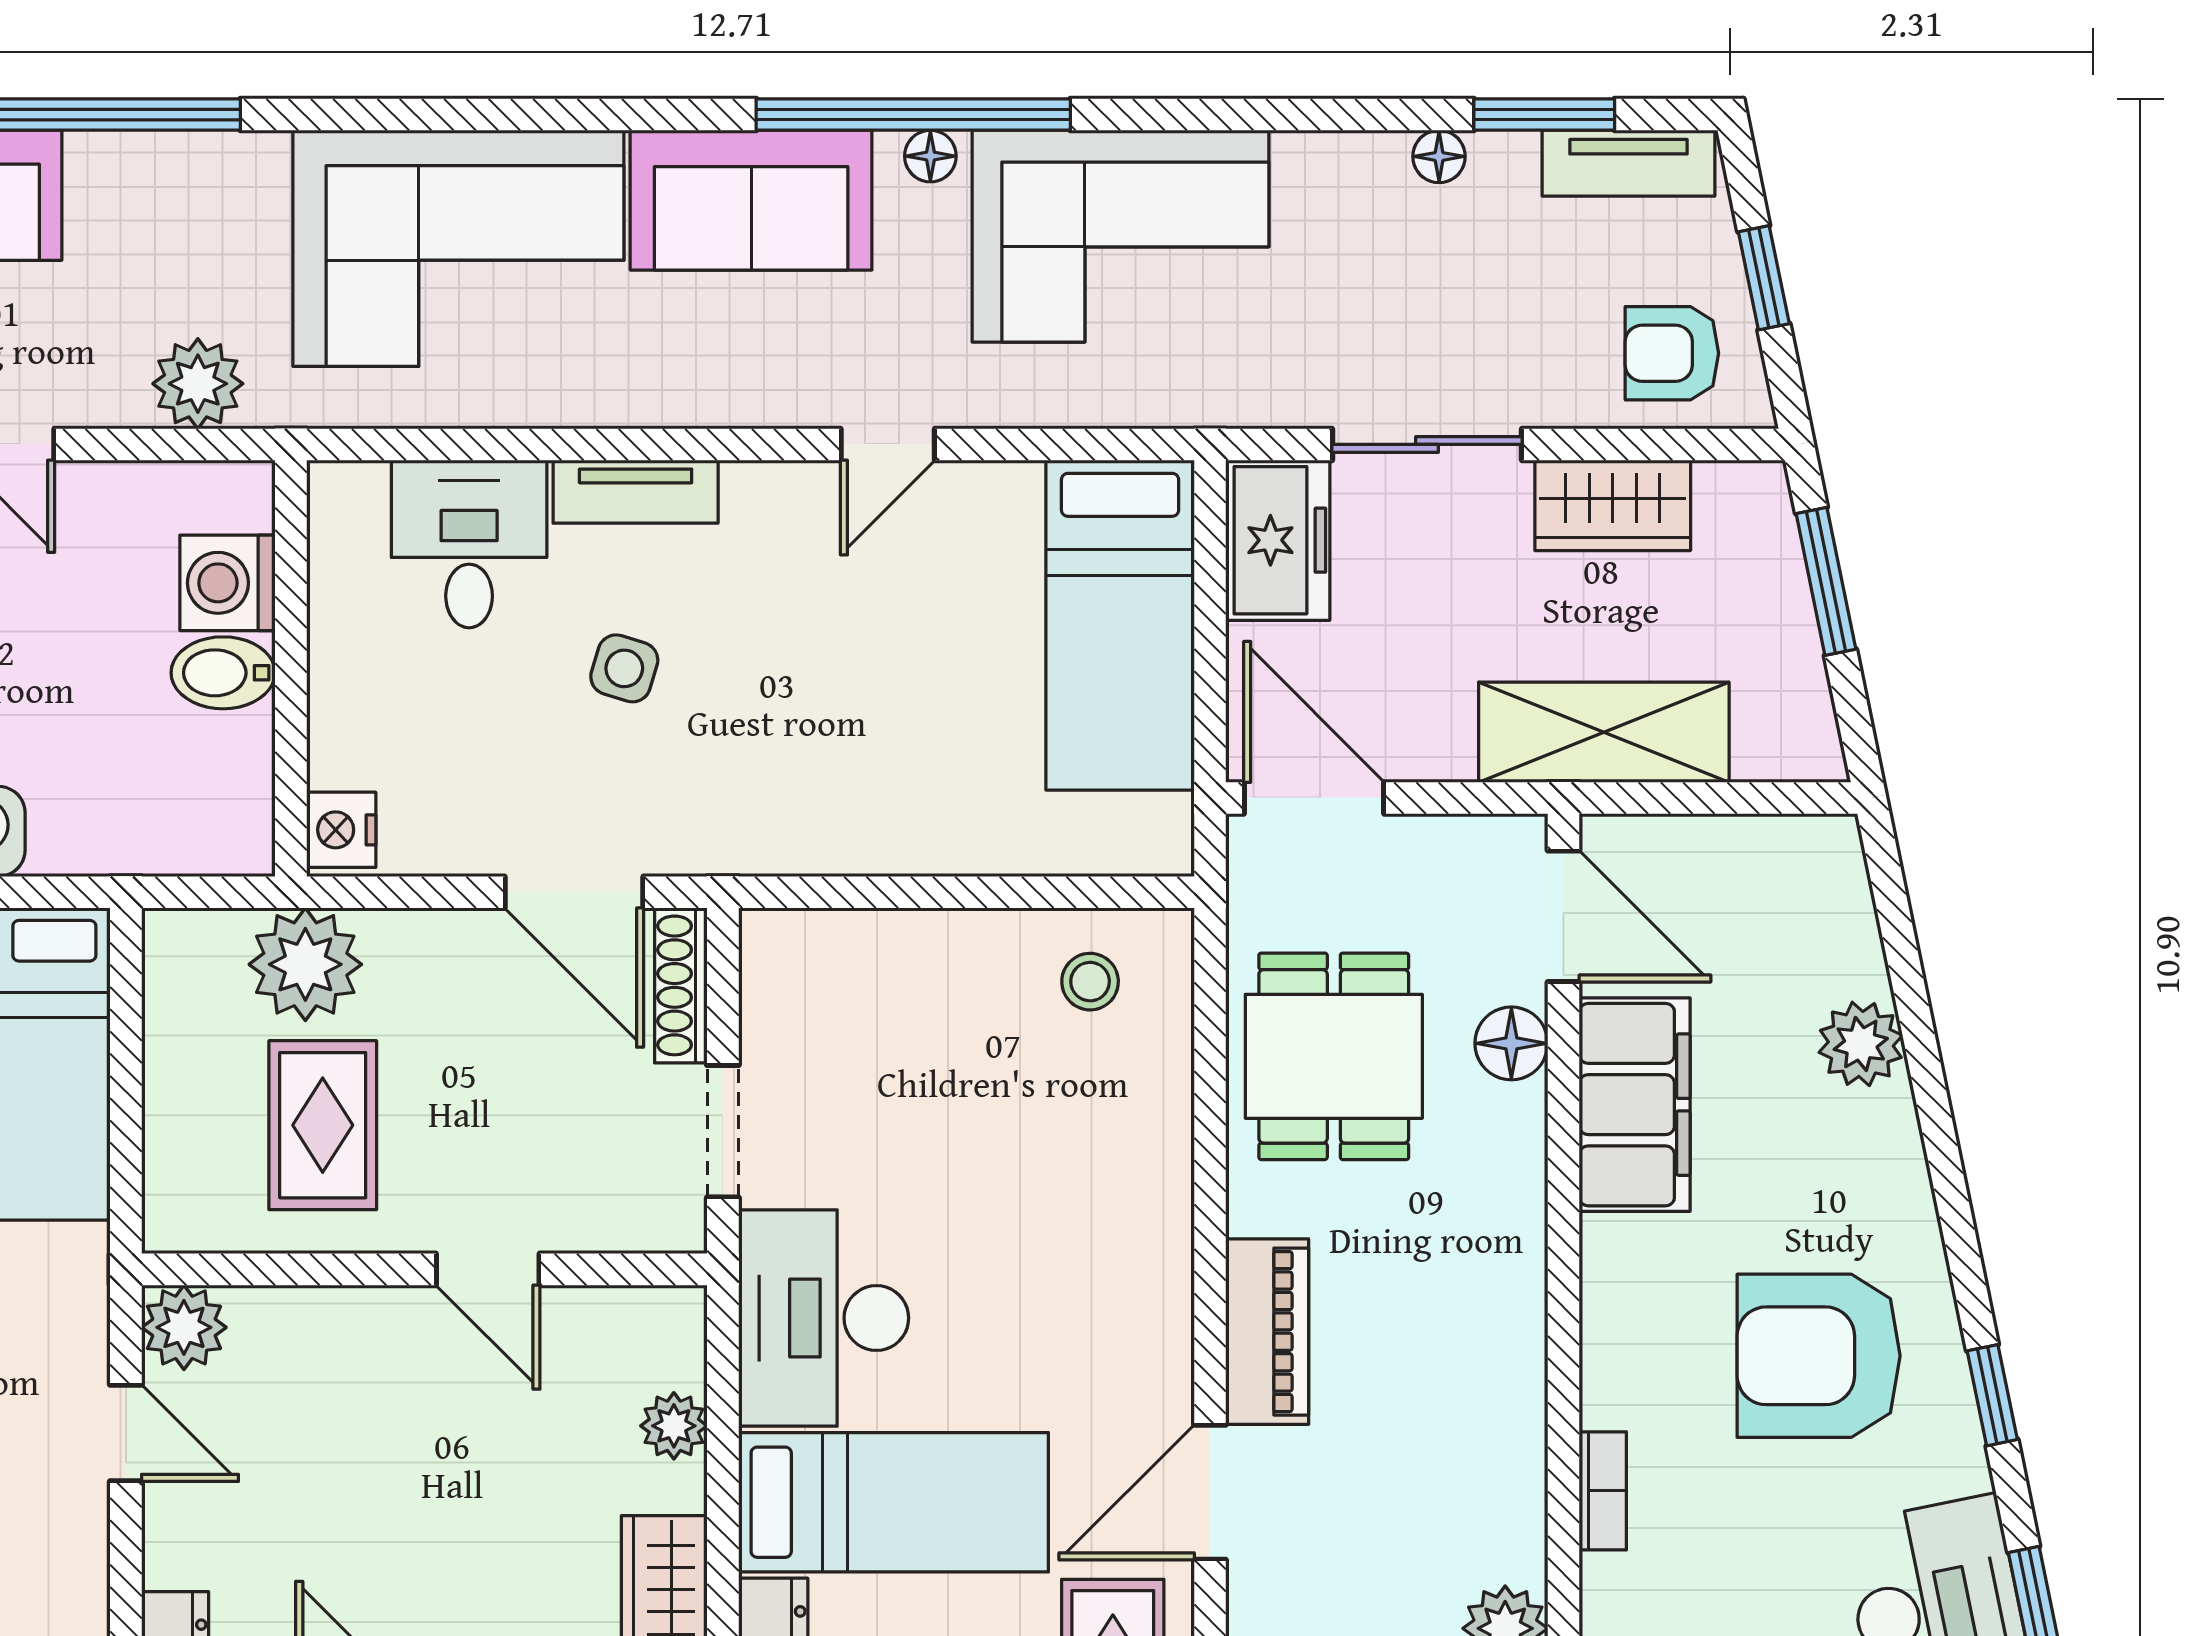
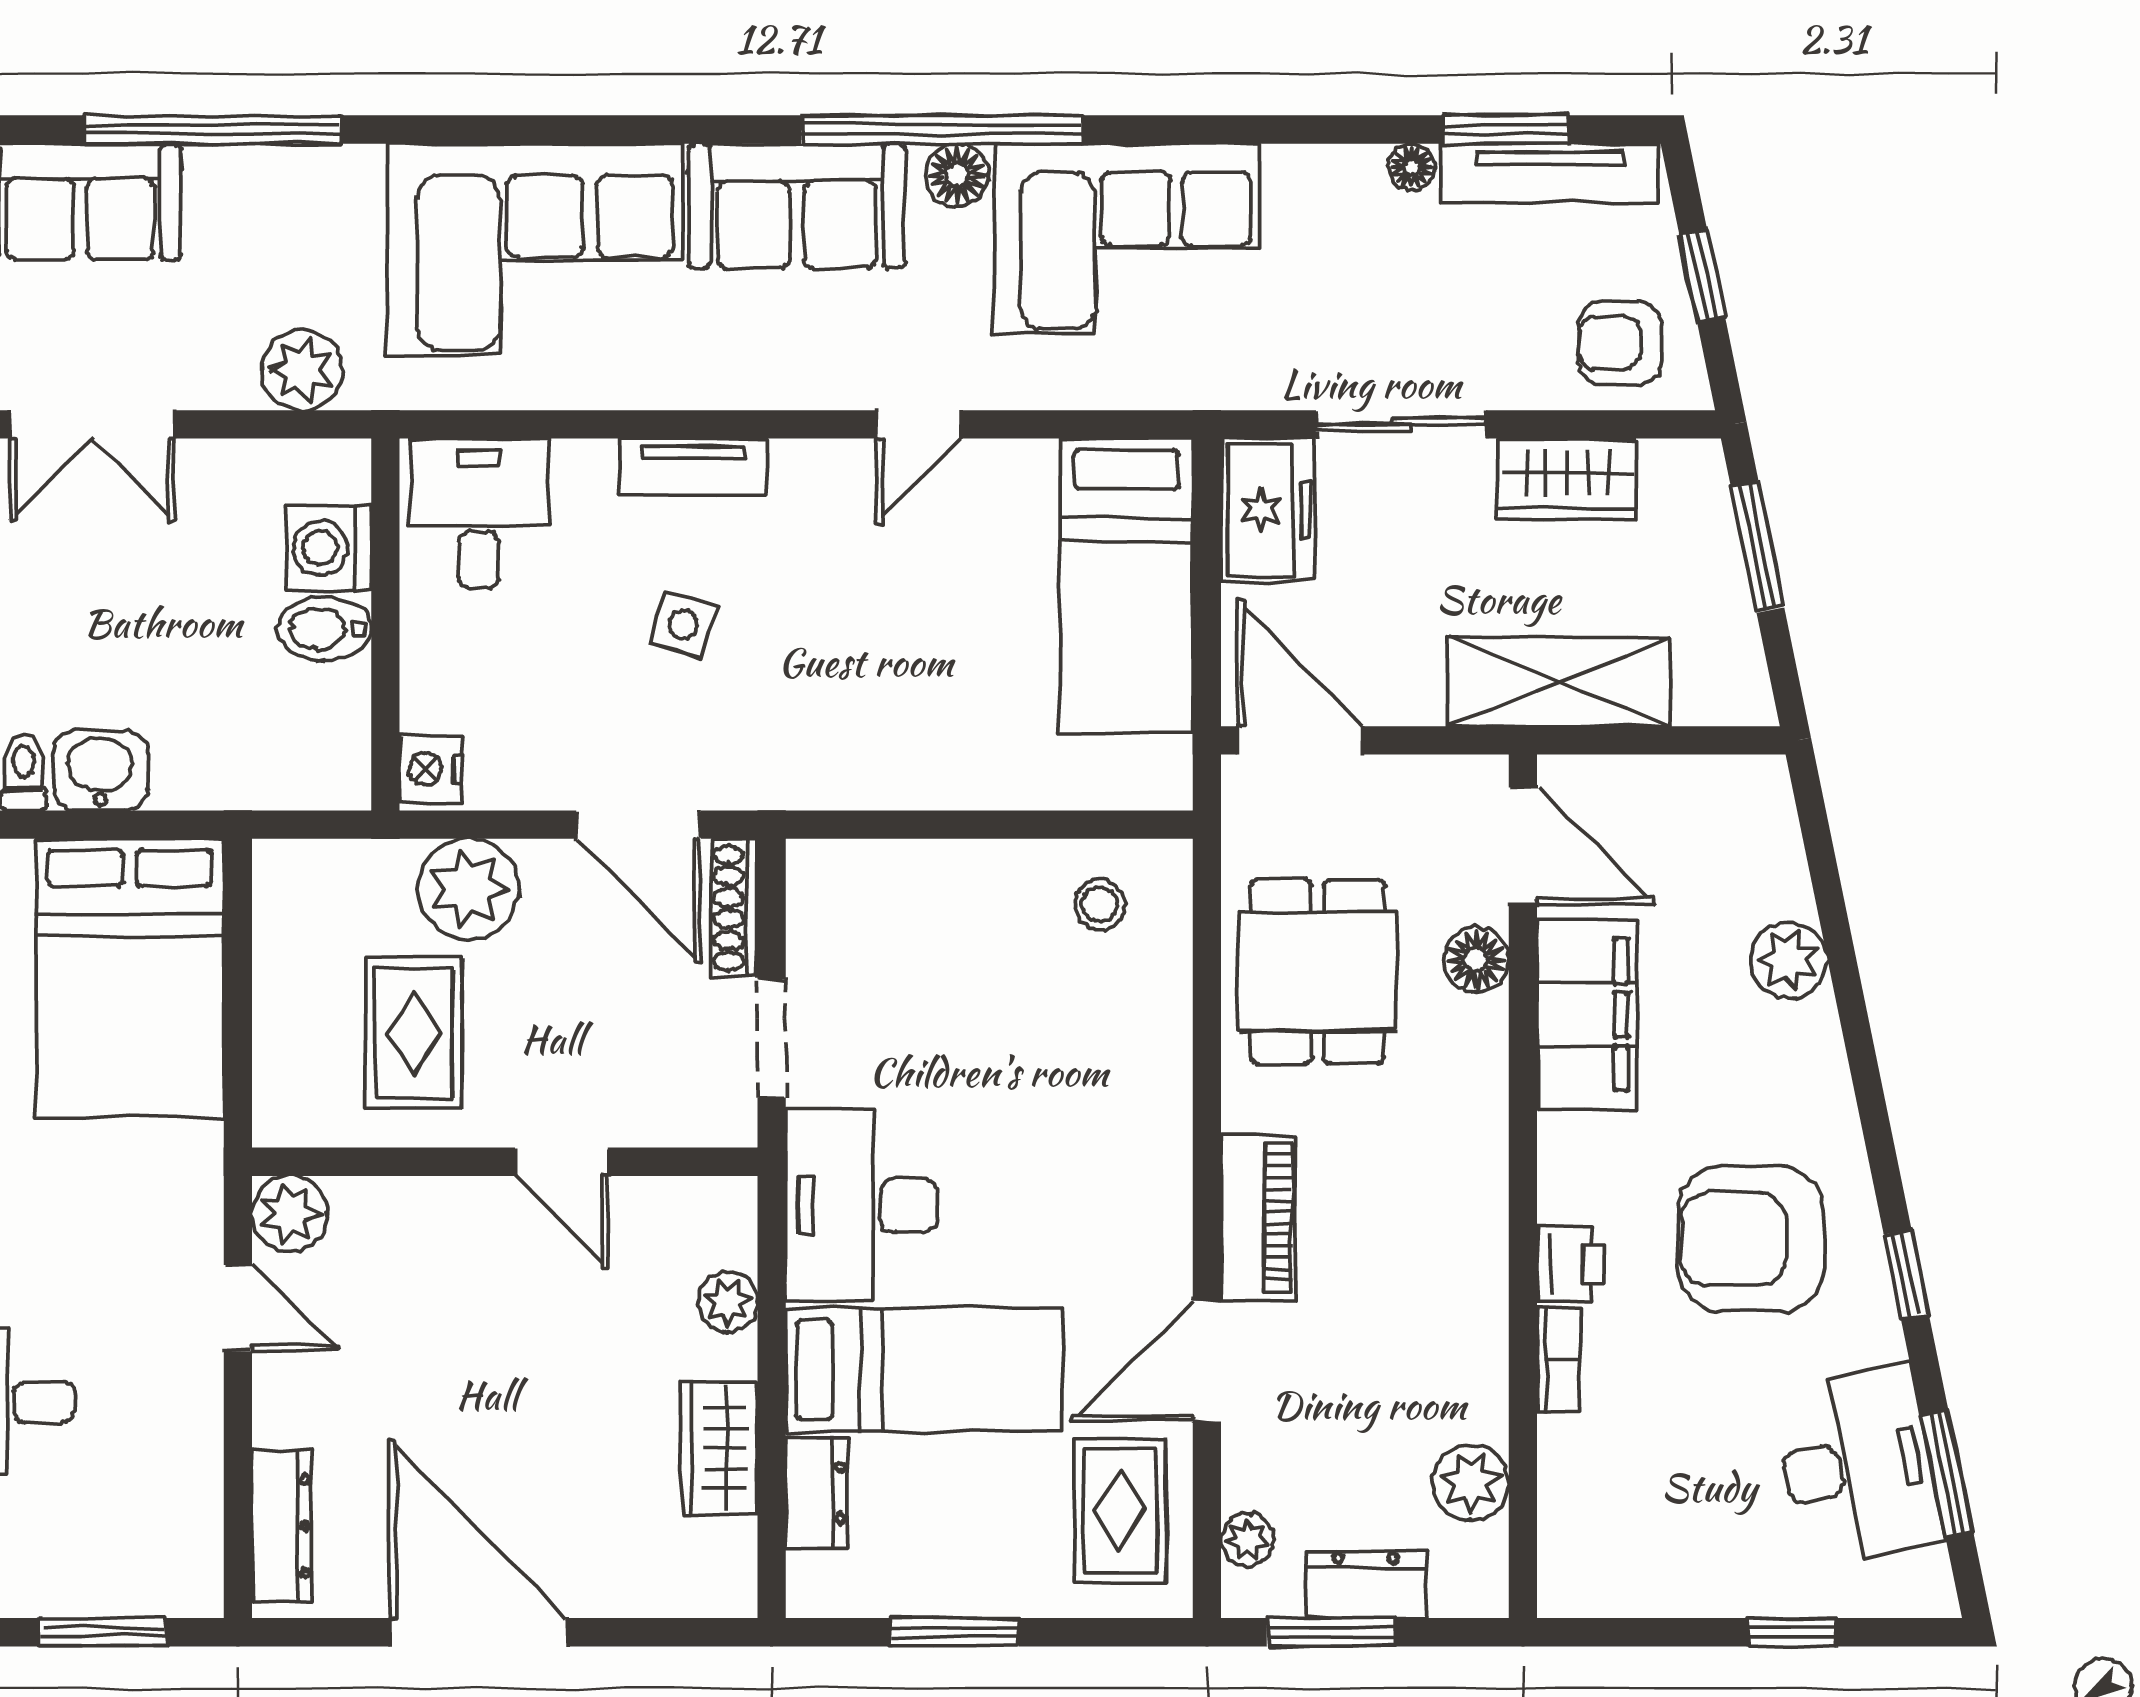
floor lamp: (930, 156) -> (957, 175), width x1.37, depth x1.37
tv unit: (1628, 163) -> (1549, 173), width x1.41
desk: (469, 544) -> (479, 513), moved
plant: (305, 964) -> (469, 889), moved
printer: (1617, 1384) -> (1571, 1264), added

